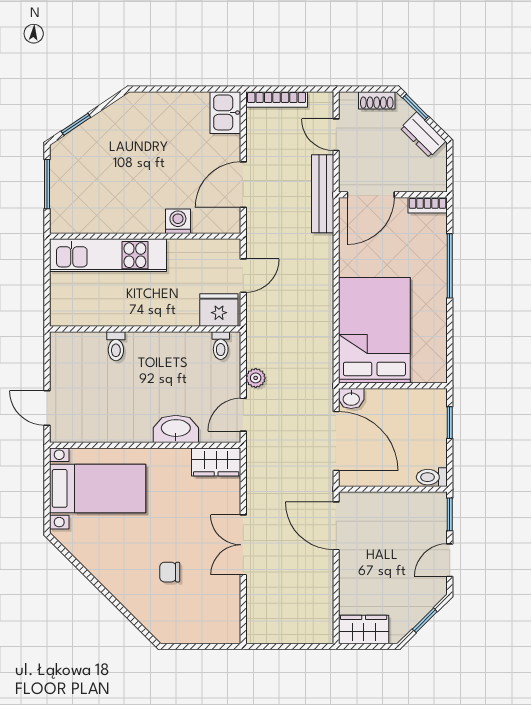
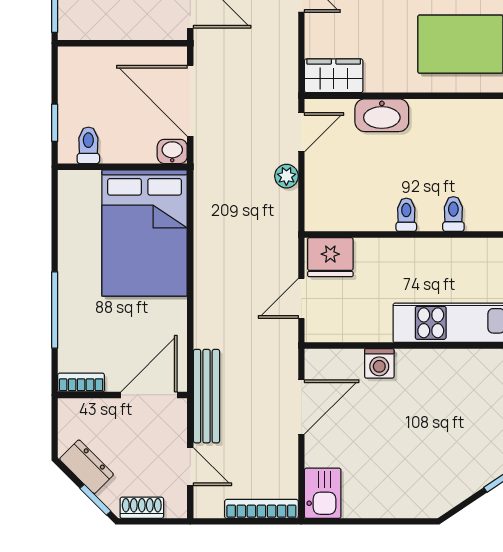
toilet: (221, 346) -> (406, 215), moved
toilet: (432, 477) -> (88, 145), moved, turned -90

